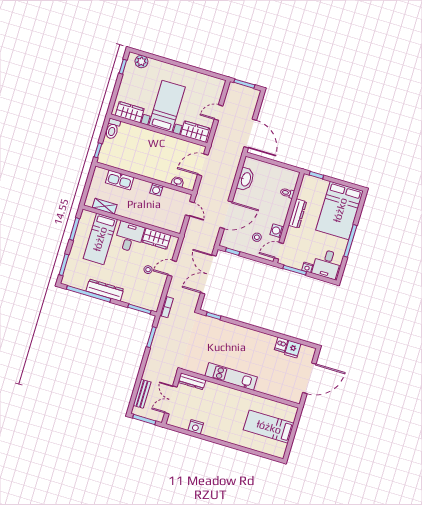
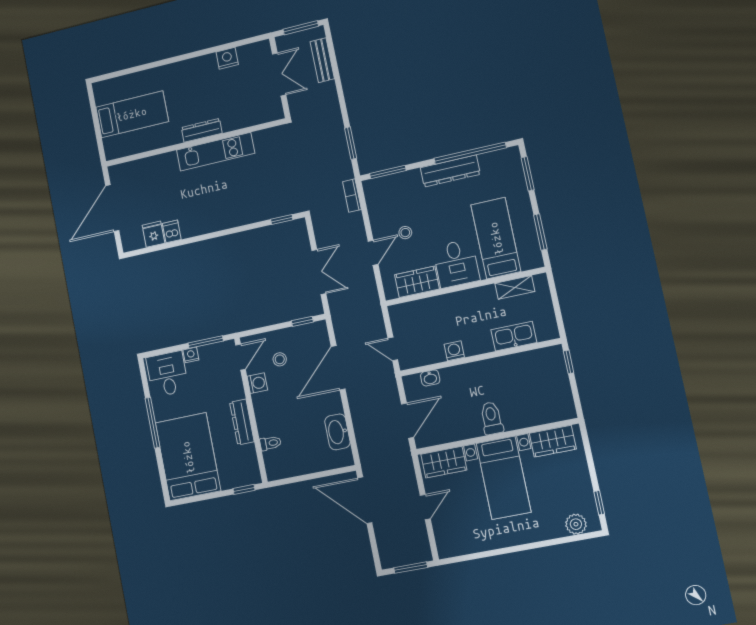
toilet: (112, 129) -> (492, 418), moved
double door: (208, 274) -> (319, 272), width x0.73
dresser: (192, 381) -> (202, 130), moved

